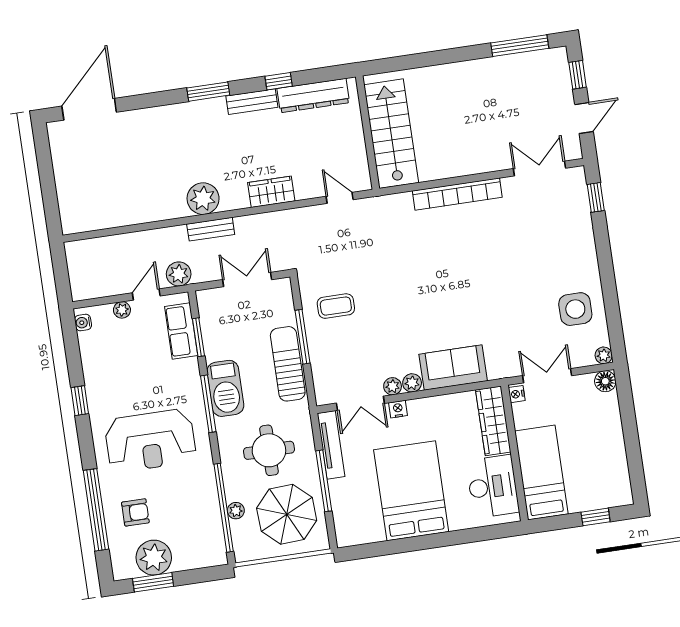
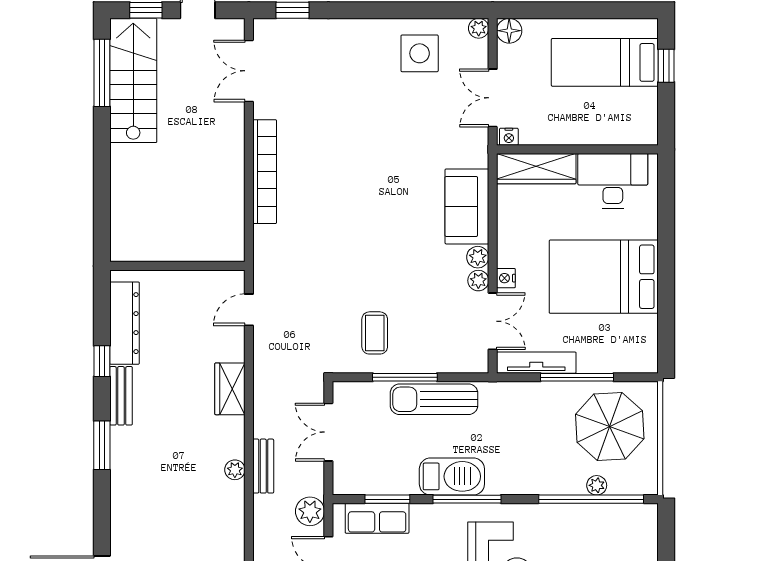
stairs: (391, 134) -> (133, 80), moved, turned 90
plant: (203, 199) -> (235, 470), width x0.53, depth x0.53
round table: (269, 450) -> (532, 436), removed
bed: (541, 472) -> (605, 62), moved

